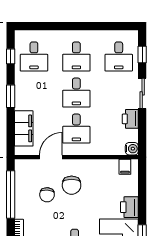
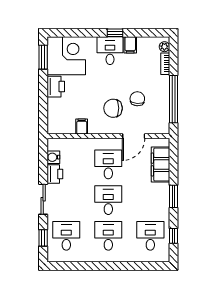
water cooler: (132, 149) -> (53, 157), moved
filing cabinet: (125, 167) -> (82, 127), moved
chair: (72, 185) -> (113, 108), turned -90

